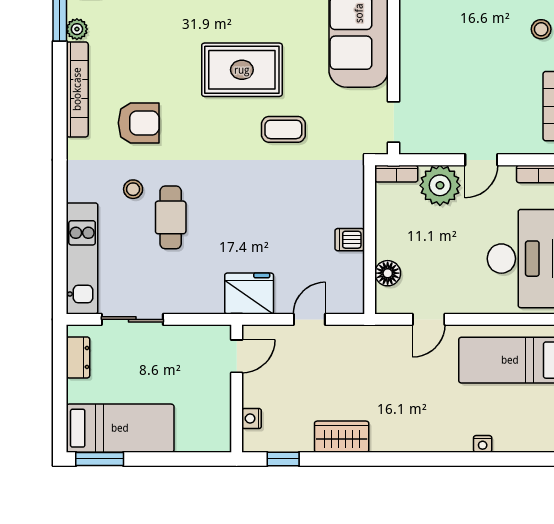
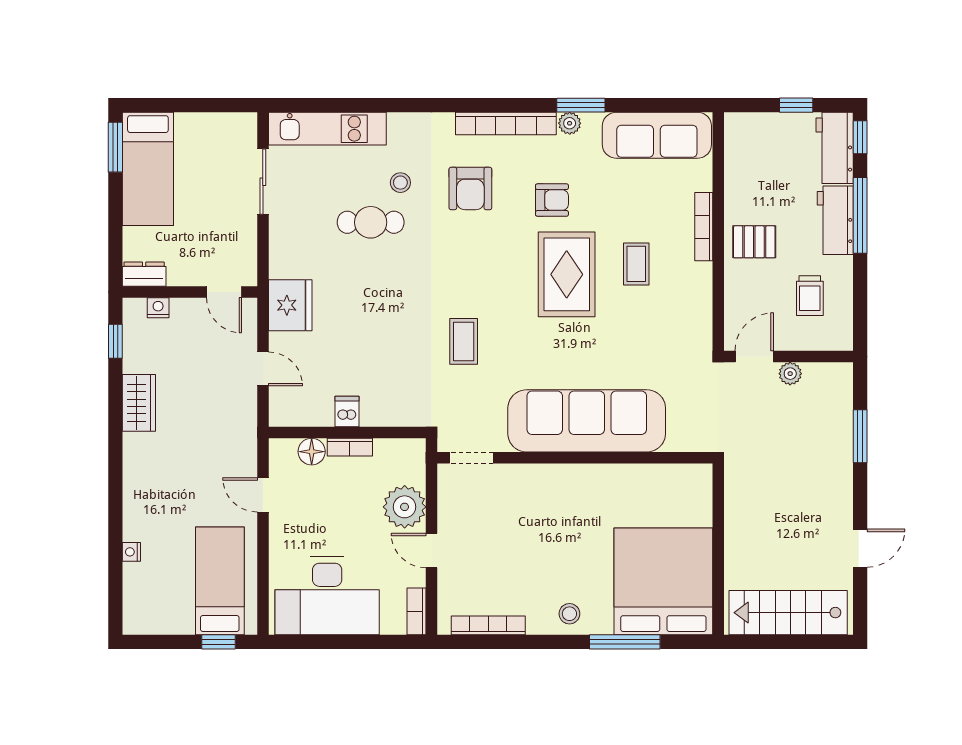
armchair: (150, 46) -> (552, 200), added
rug: (242, 70) -> (567, 274), moved
bookcase: (396, 174) -> (350, 447), moved, turned -90
dresser: (78, 357) -> (144, 274), moved, turned 180

